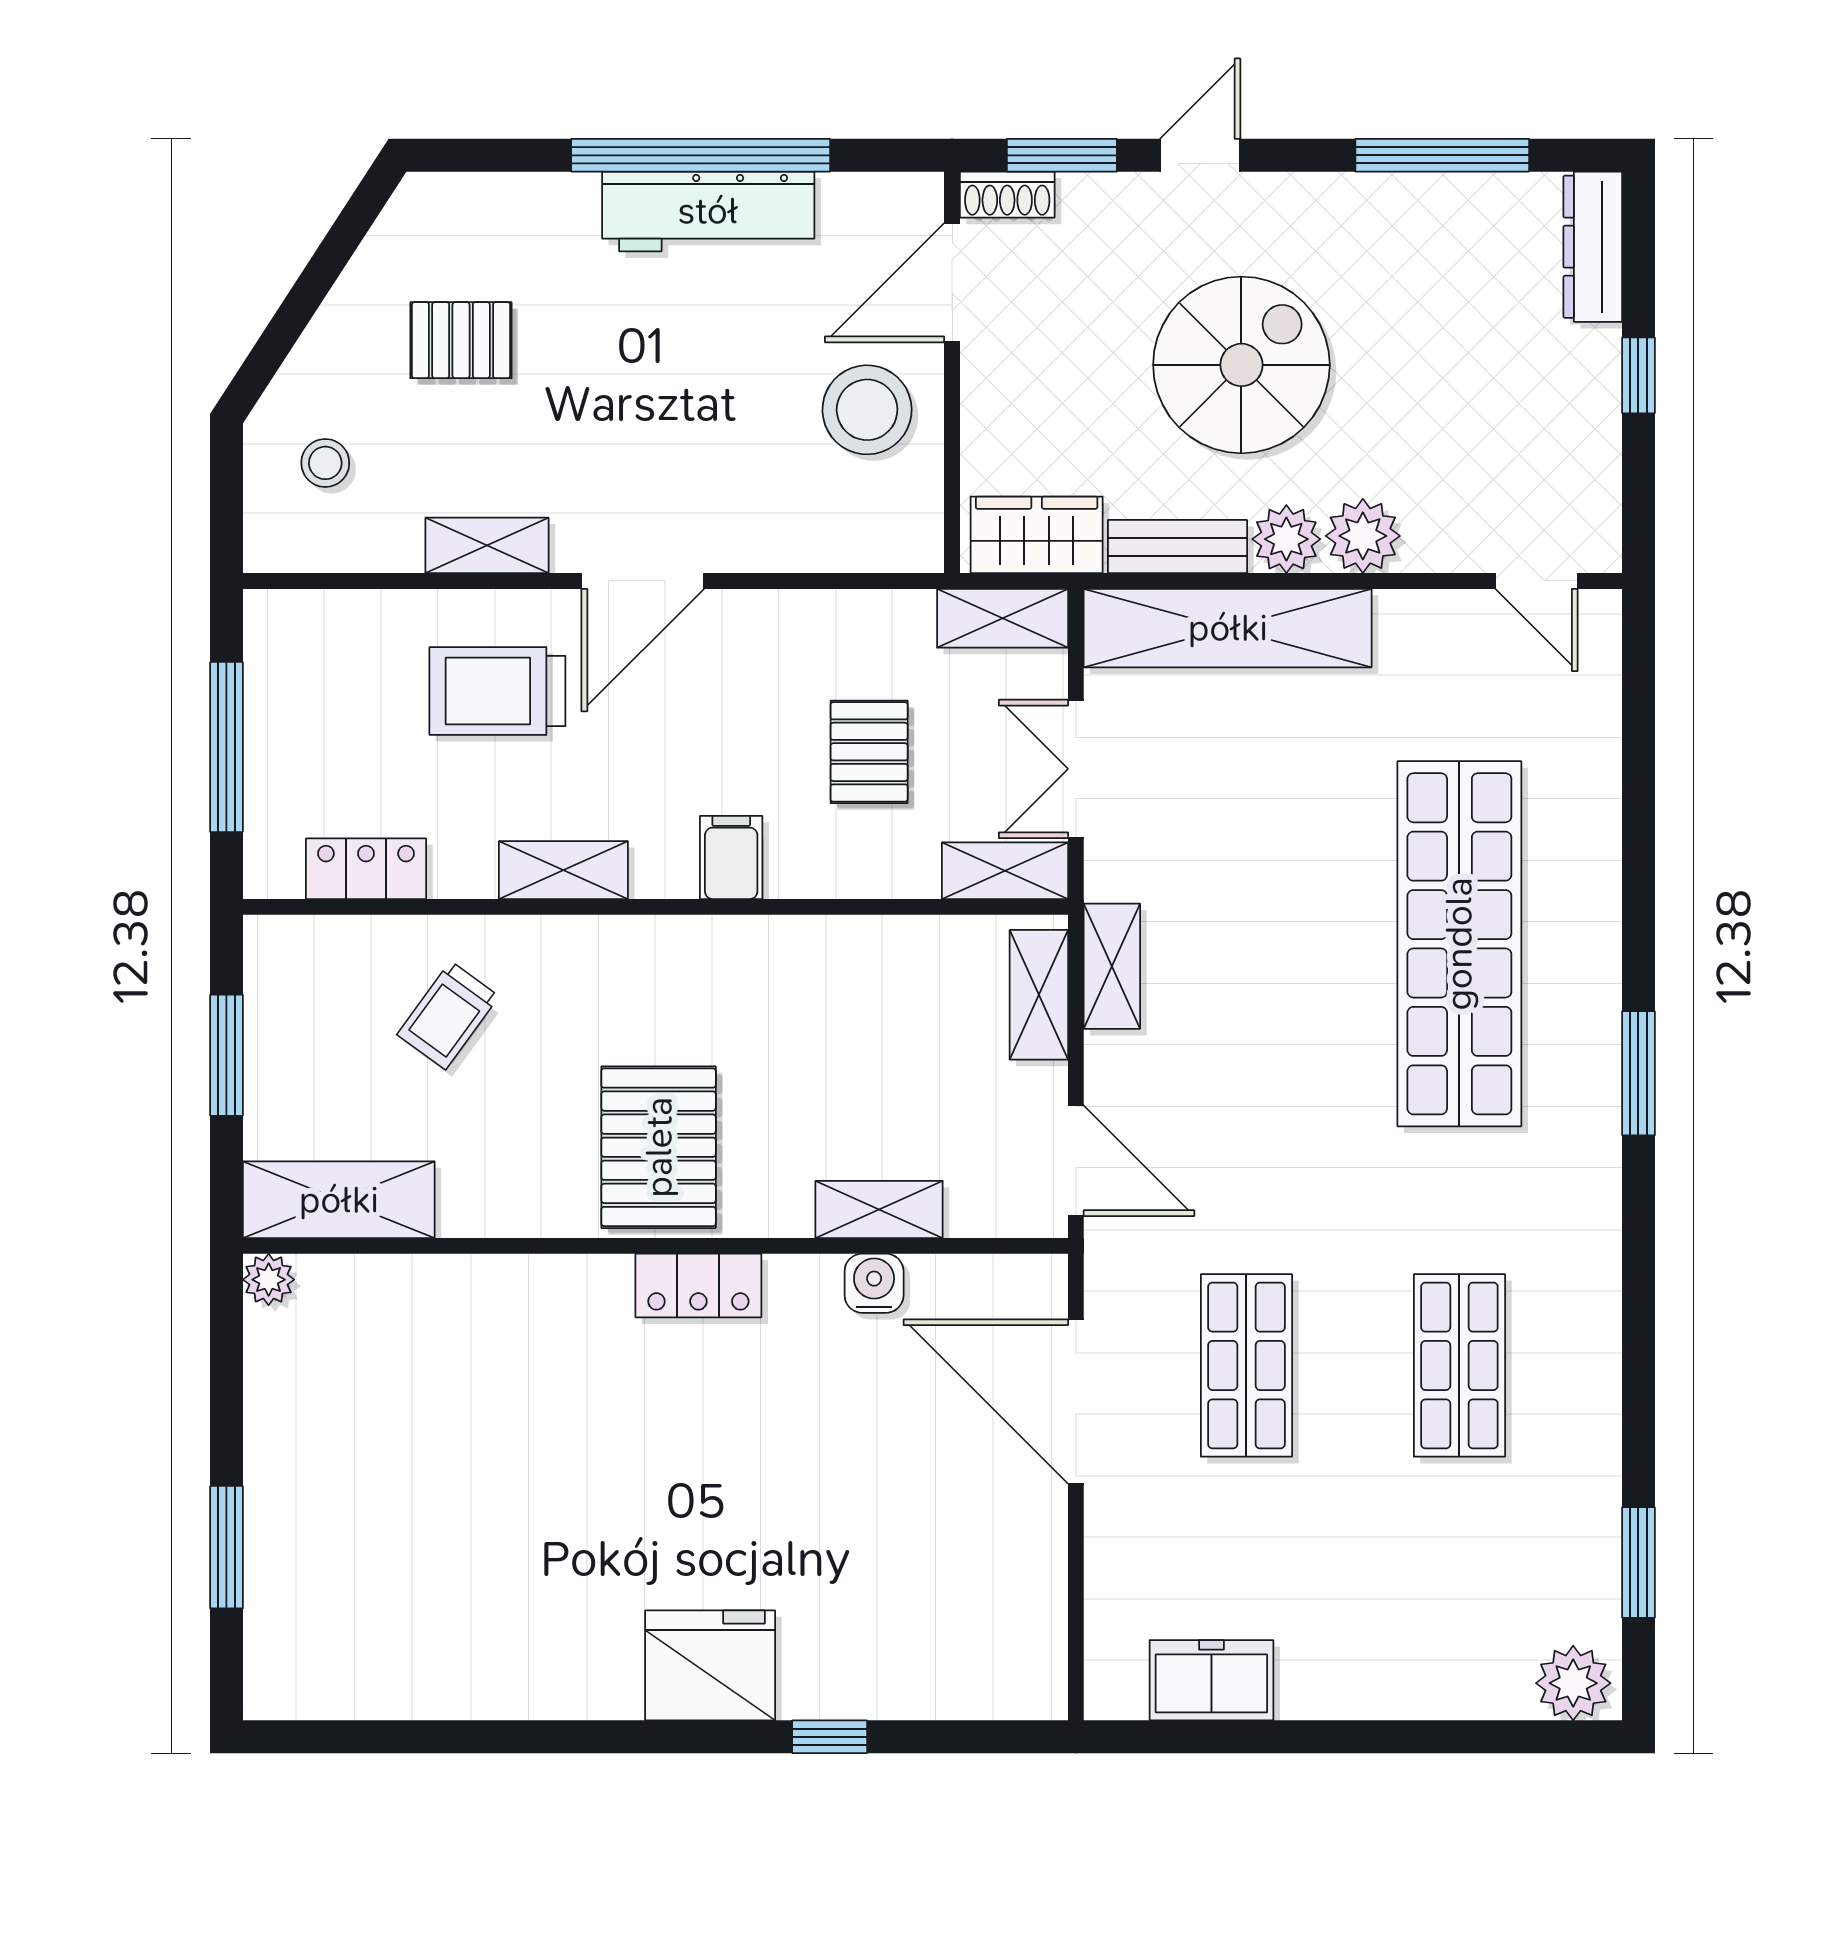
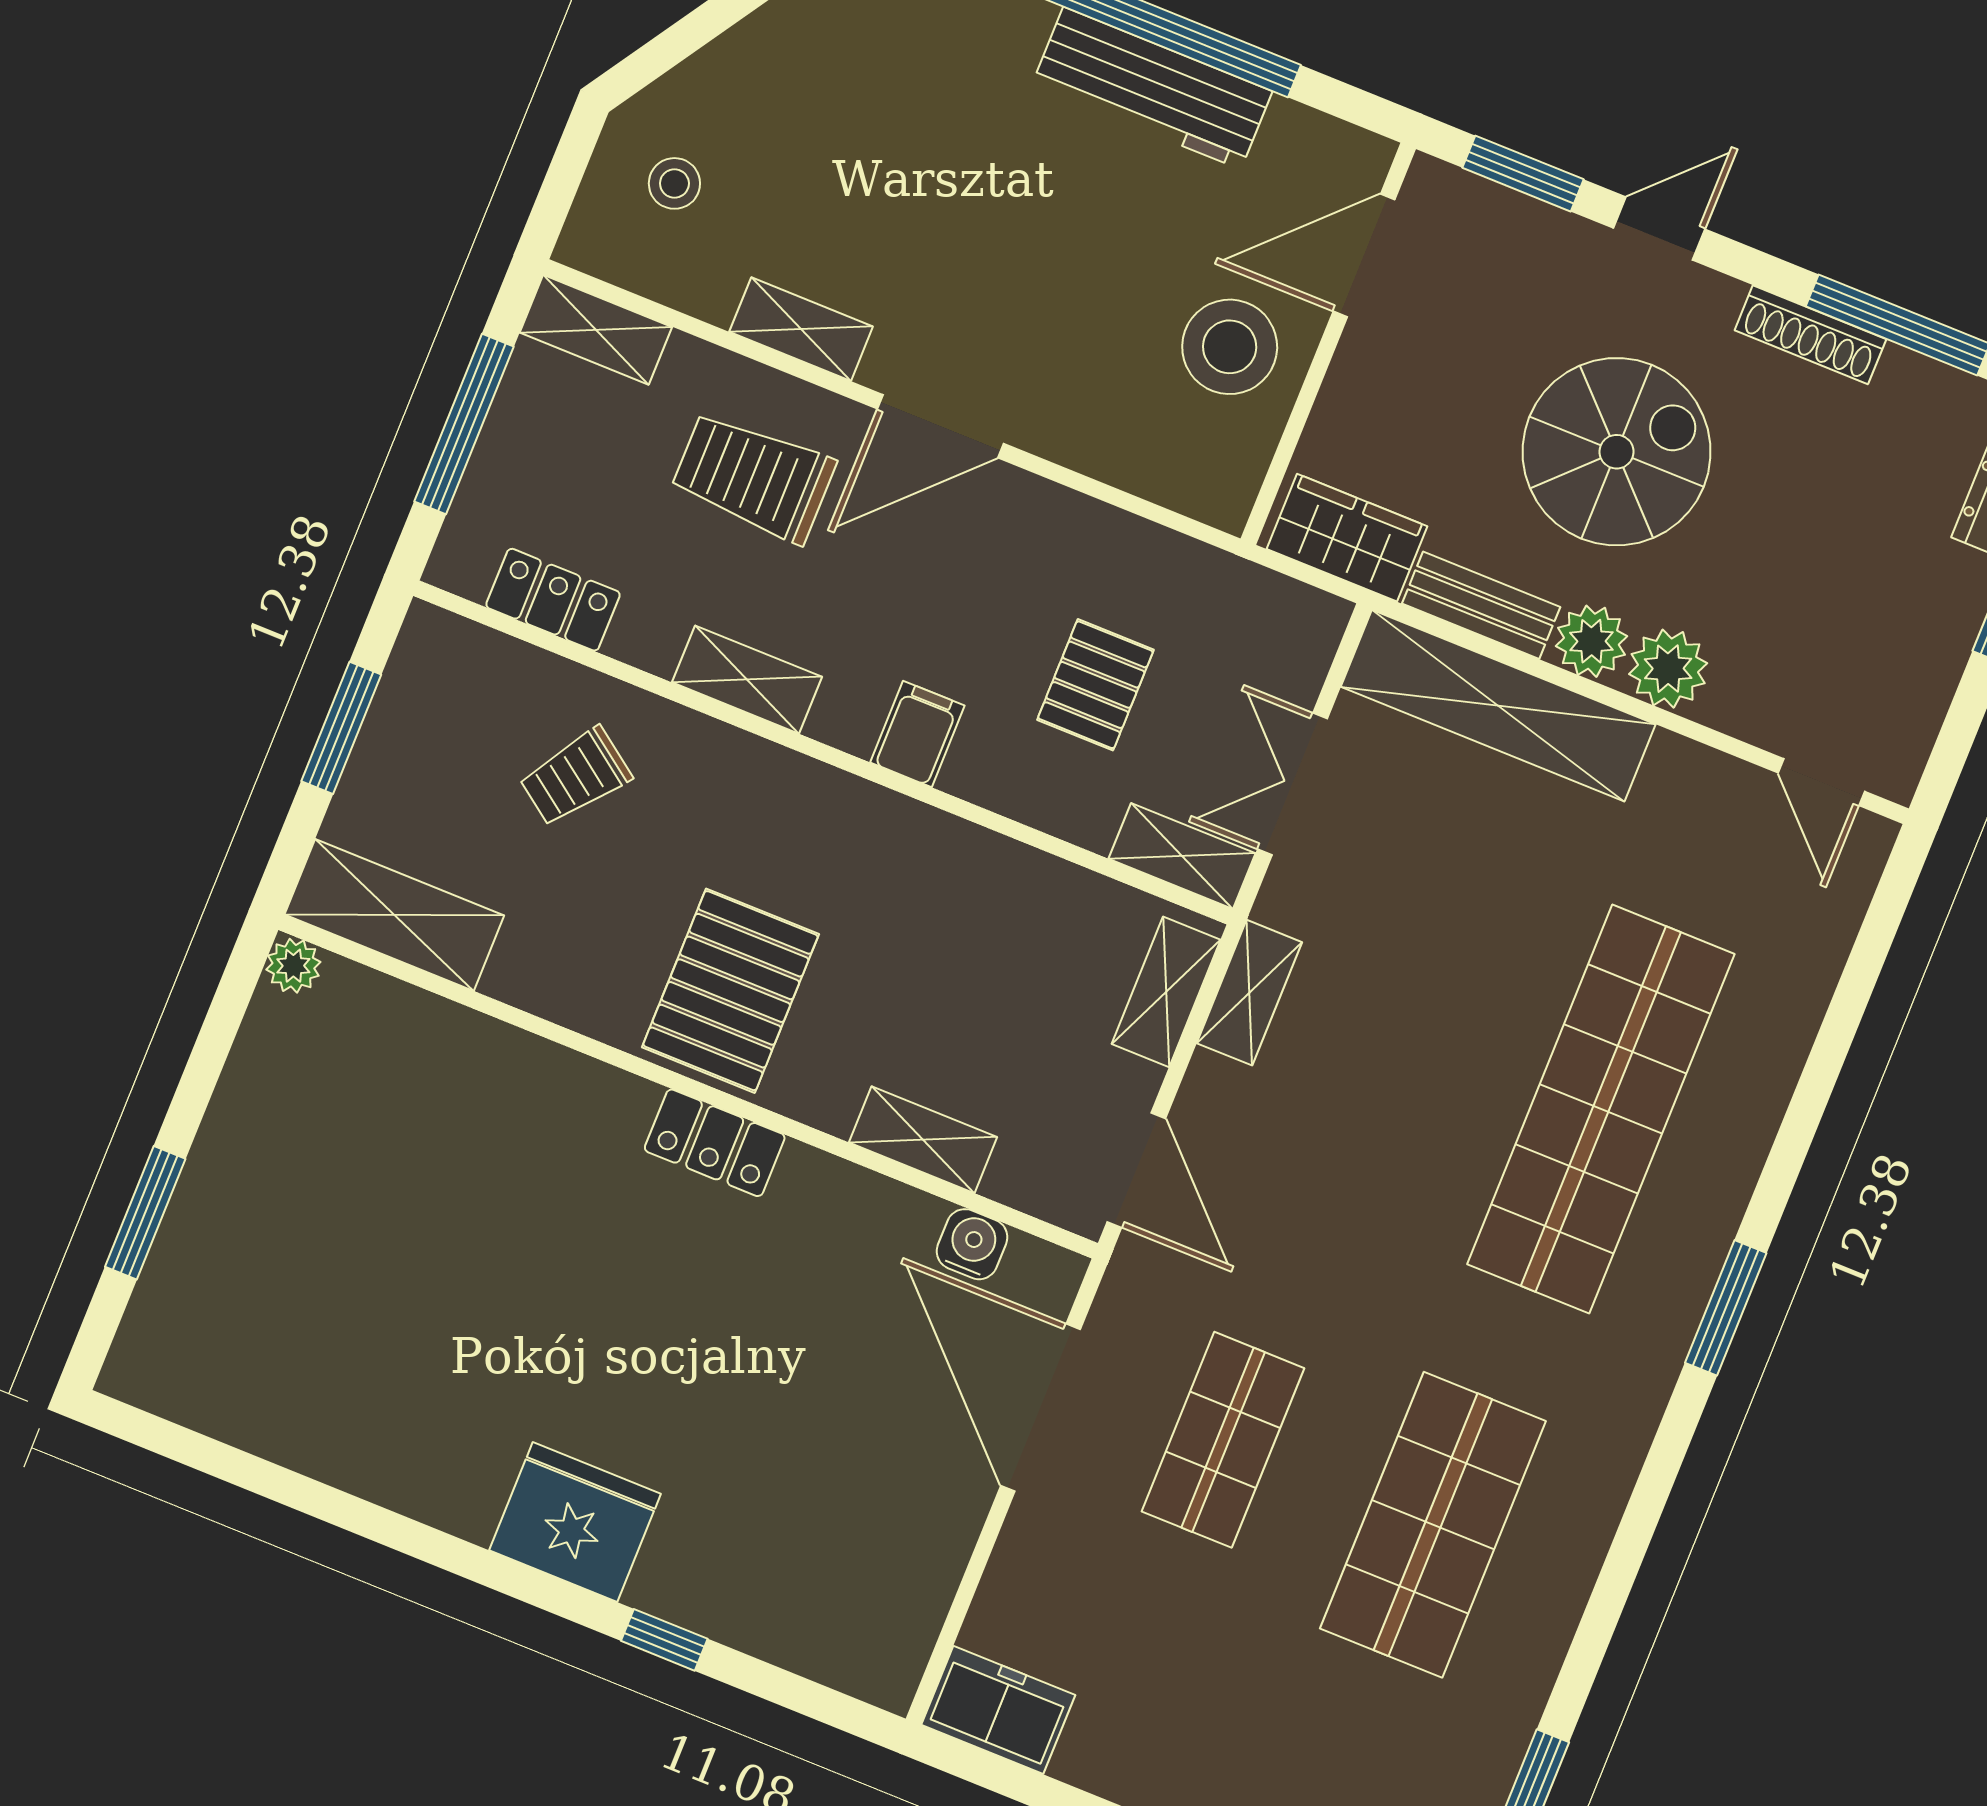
shoe rack: (1007, 195) -> (1810, 335), moved, width x1.43
pallet: (461, 340) -> (857, 116), removed
shelving: (1003, 618) -> (596, 330), moved
water cooler: (874, 1283) -> (972, 1244), moved
shop shelf: (1459, 1365) -> (1433, 1525), width x1.43, depth x1.36
freezer: (1211, 1680) -> (998, 1710), moved

